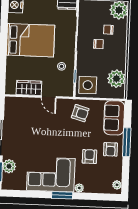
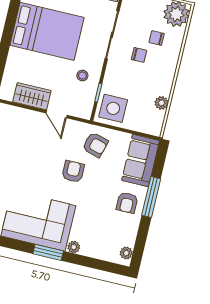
plant: (116, 79) -> (162, 103), width x0.53, depth x0.53
armchair: (89, 157) -> (73, 172), moved

